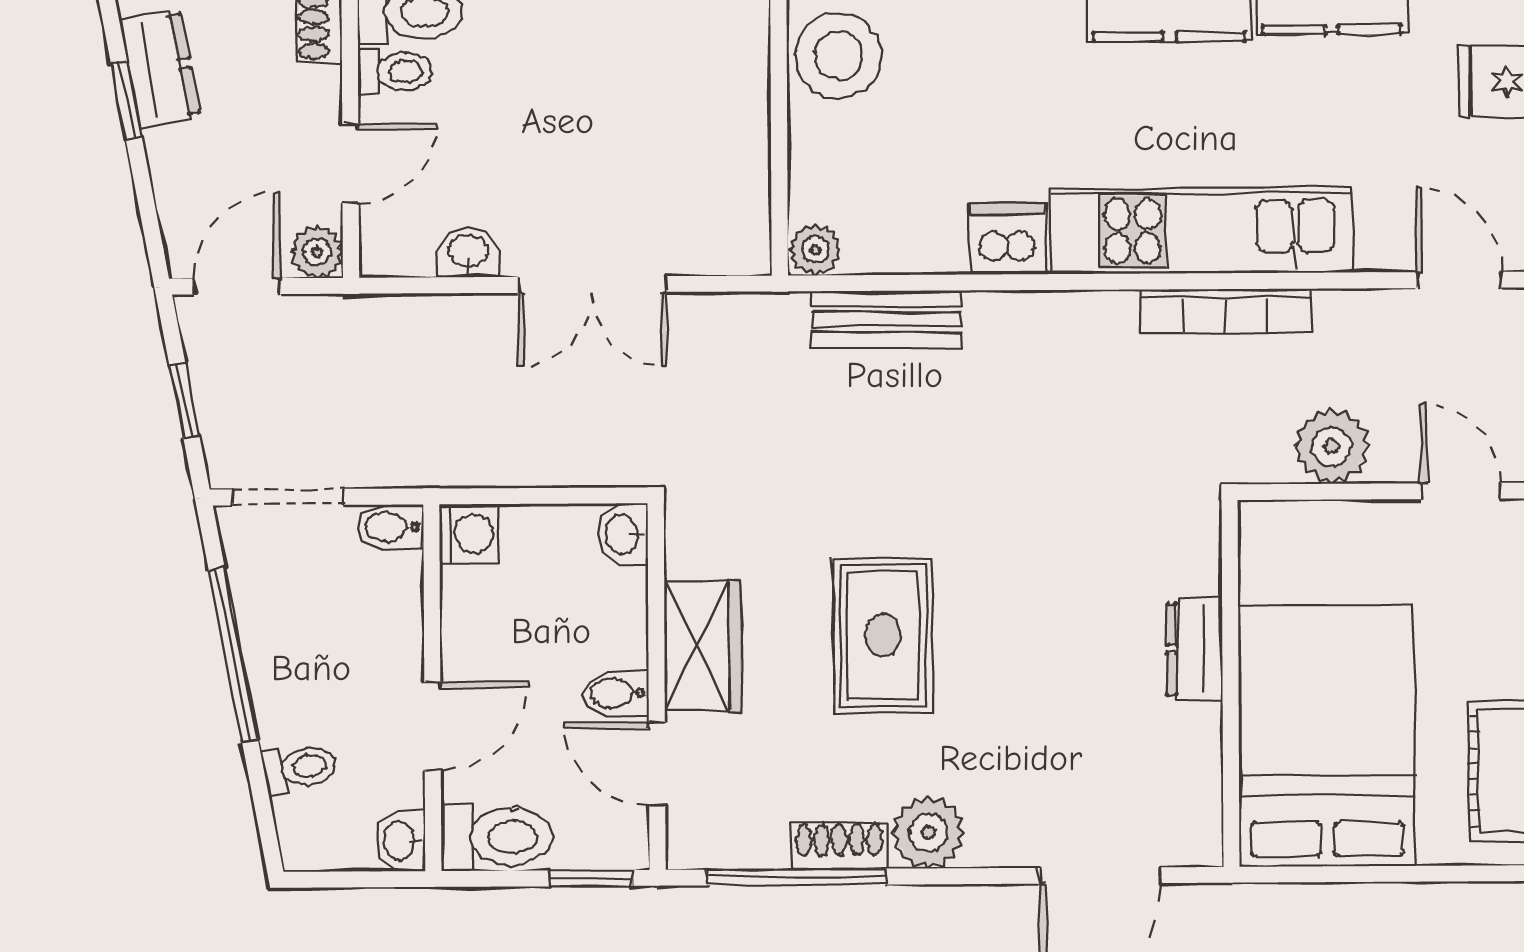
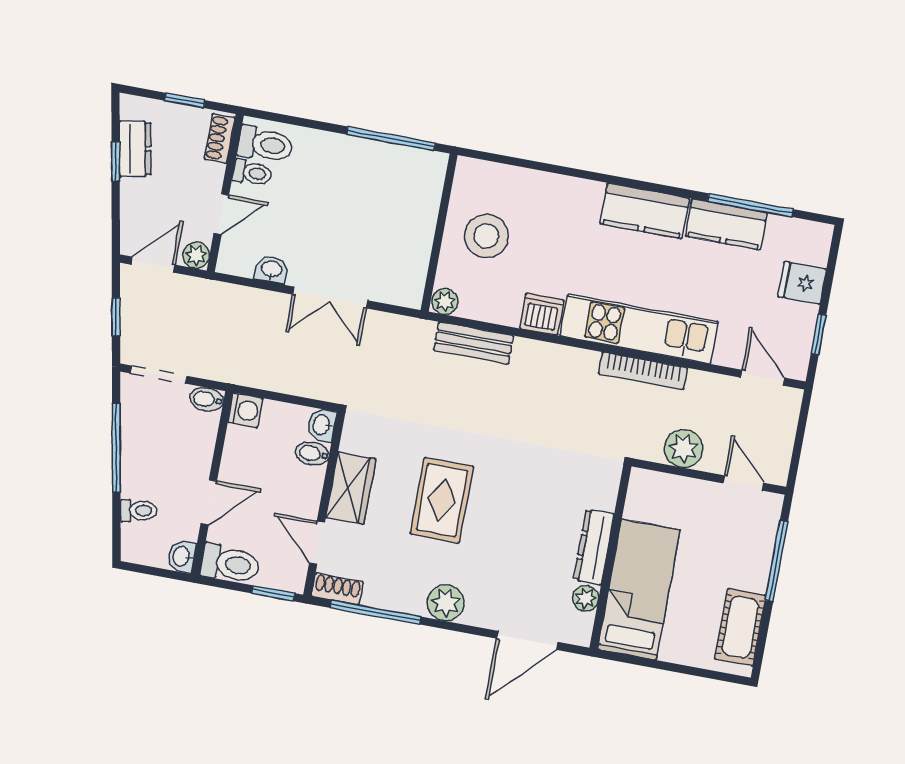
stool: (839, 56) -> (486, 236), moved
dresser: (1194, 649) -> (594, 547), width x1.44
bidet: (616, 693) -> (312, 453), moved
bed: (1327, 736) -> (639, 590), width x0.67
plant: (1198, 773) -> (586, 598), added
shoe rack: (839, 846) -> (337, 589), moved

